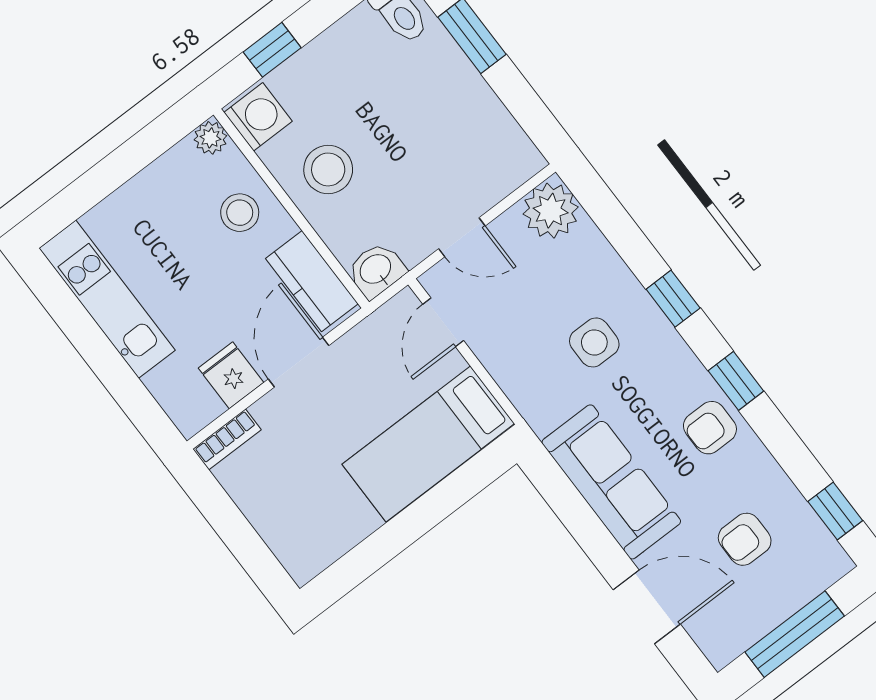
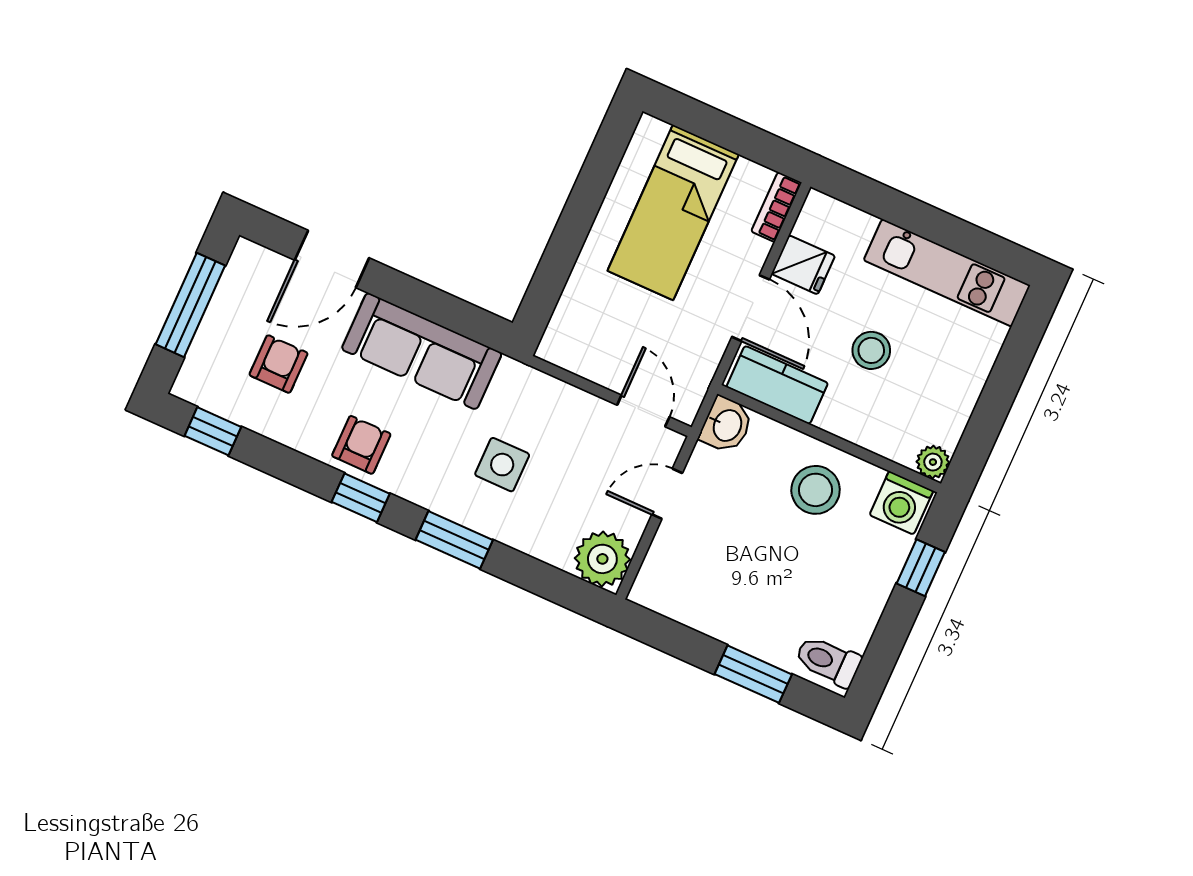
stool: (240, 213) -> (871, 350), moved
window: (673, 299) -> (454, 540), width x1.50
bed: (428, 444) -> (673, 213), moved, turned 180

